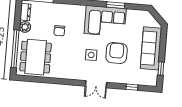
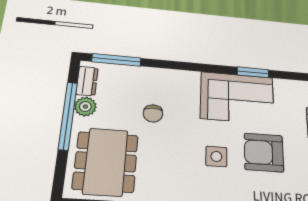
window: (15, 49) -> (68, 116), moved
armchair: (117, 53) -> (264, 152), turned -90

